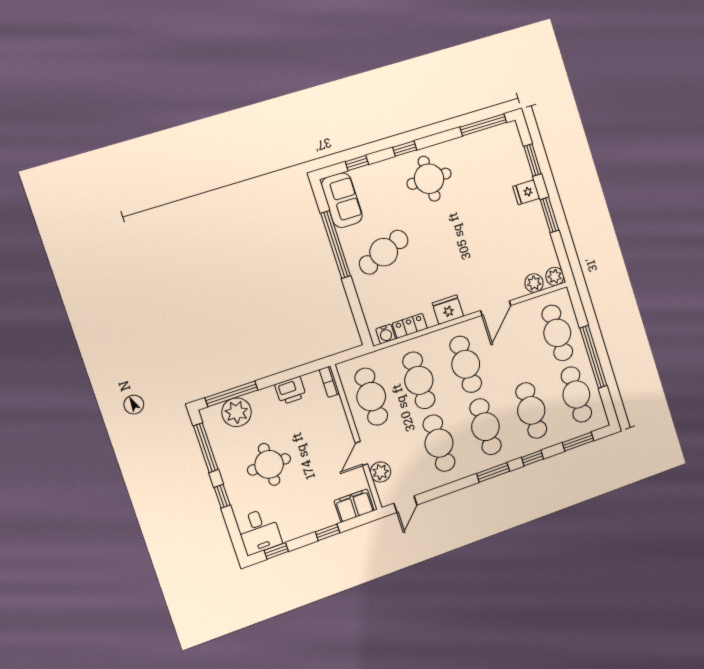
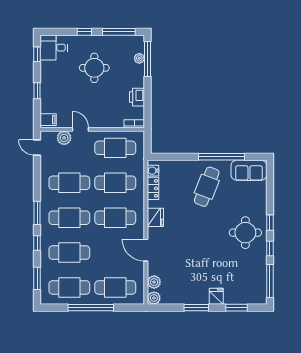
window: (357, 163) -> (270, 248), moved
cafe table: (384, 252) -> (207, 187), turned 43
plant: (237, 412) -> (139, 58), width x0.53, depth x0.53
filing cabinet: (354, 506) -> (48, 120), width x0.50

